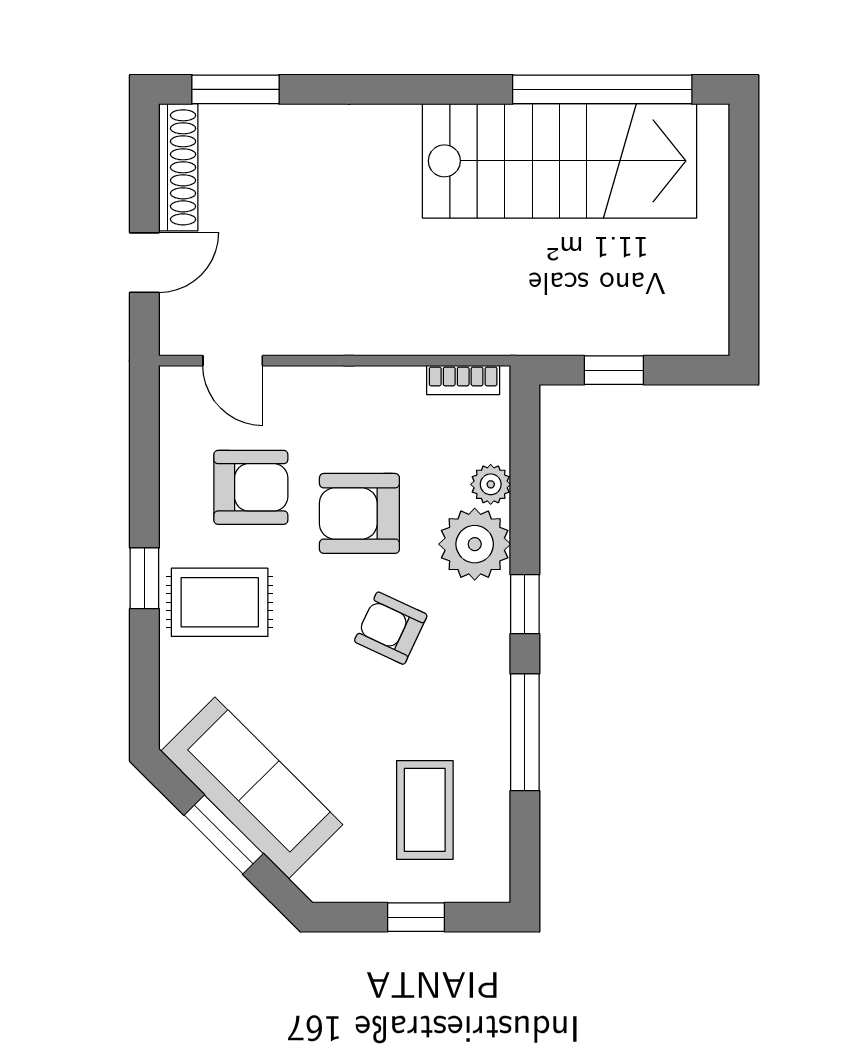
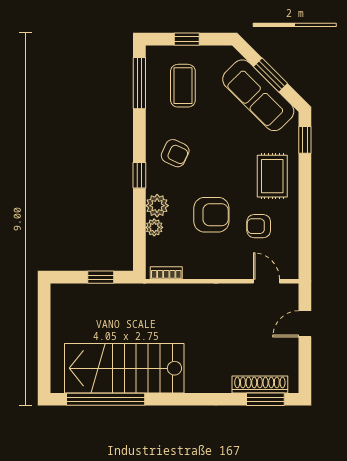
shoe rack: (178, 167) -> (260, 384), moved, turned 90
armchair: (251, 487) -> (259, 226), width x0.72, depth x0.72
plant: (475, 544) -> (157, 206), width x0.73, depth x0.73
window: (144, 578) -> (305, 140), moved
rug: (220, 602) -> (272, 176), turned 90
armchair: (391, 628) -> (175, 153), moved
window: (525, 732) -> (139, 83), moved

